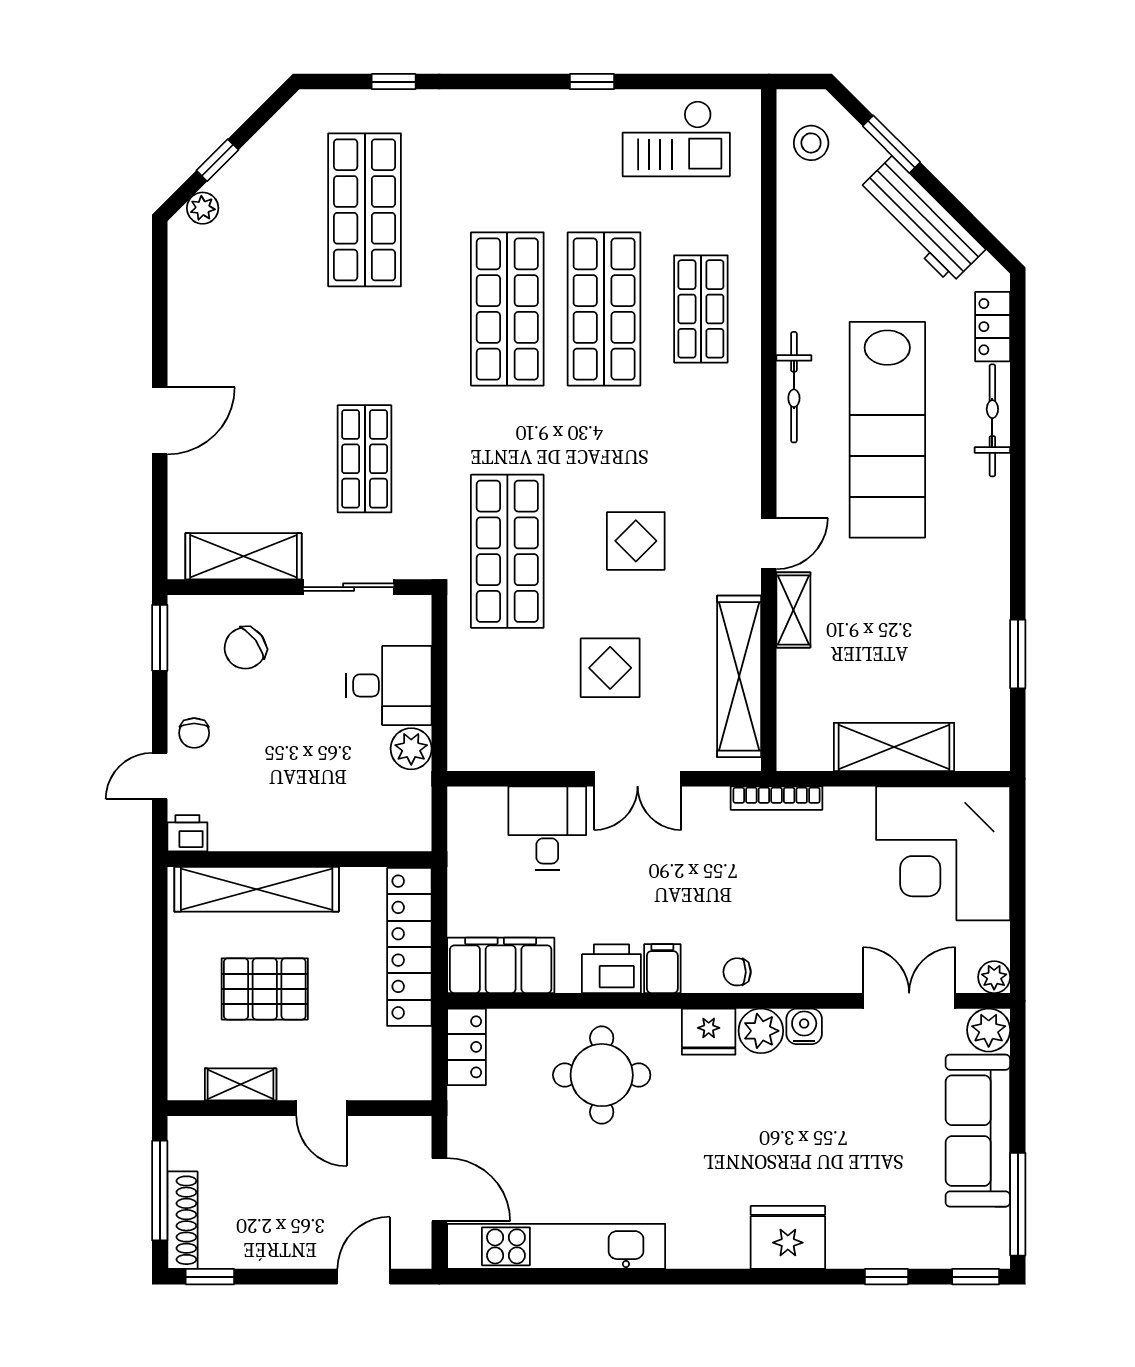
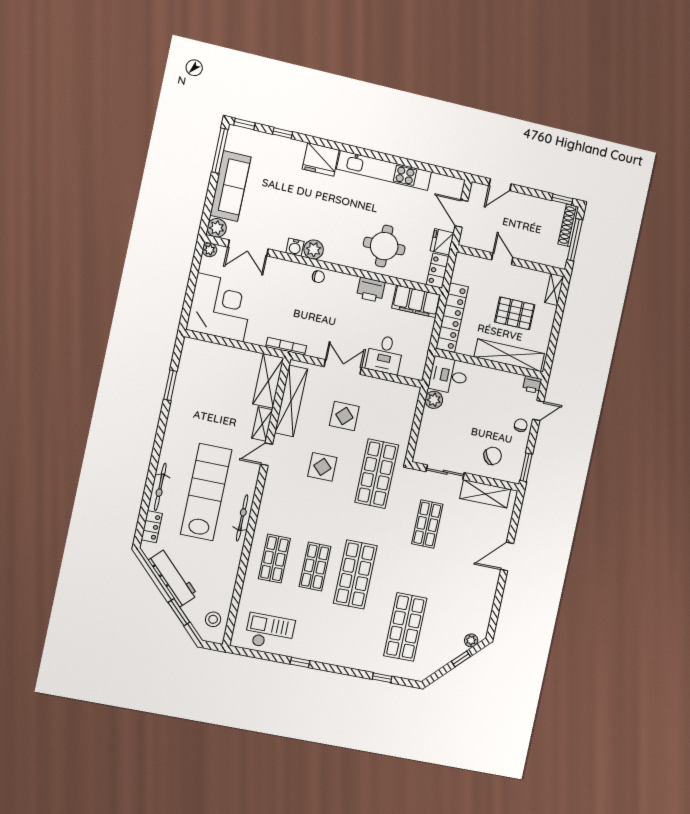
shop shelf: (604, 309) -> (315, 567), width x0.70, depth x0.74
desk: (389, 685) -> (448, 376), moved
shelving: (894, 747) -> (268, 381), moved, turned 90
filing cabinet: (662, 969) -> (349, 285), removed
fridge: (709, 1032) -> (442, 242), moved, turned -90
shelving: (241, 1084) -> (554, 289), moved, turned 90
kitchen unit: (556, 1246) -> (384, 170), moved

